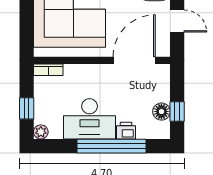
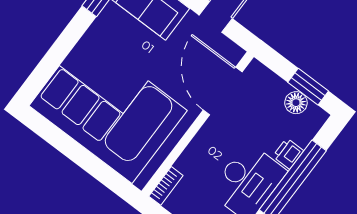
window: (177, 112) -> (308, 87), width x1.50

